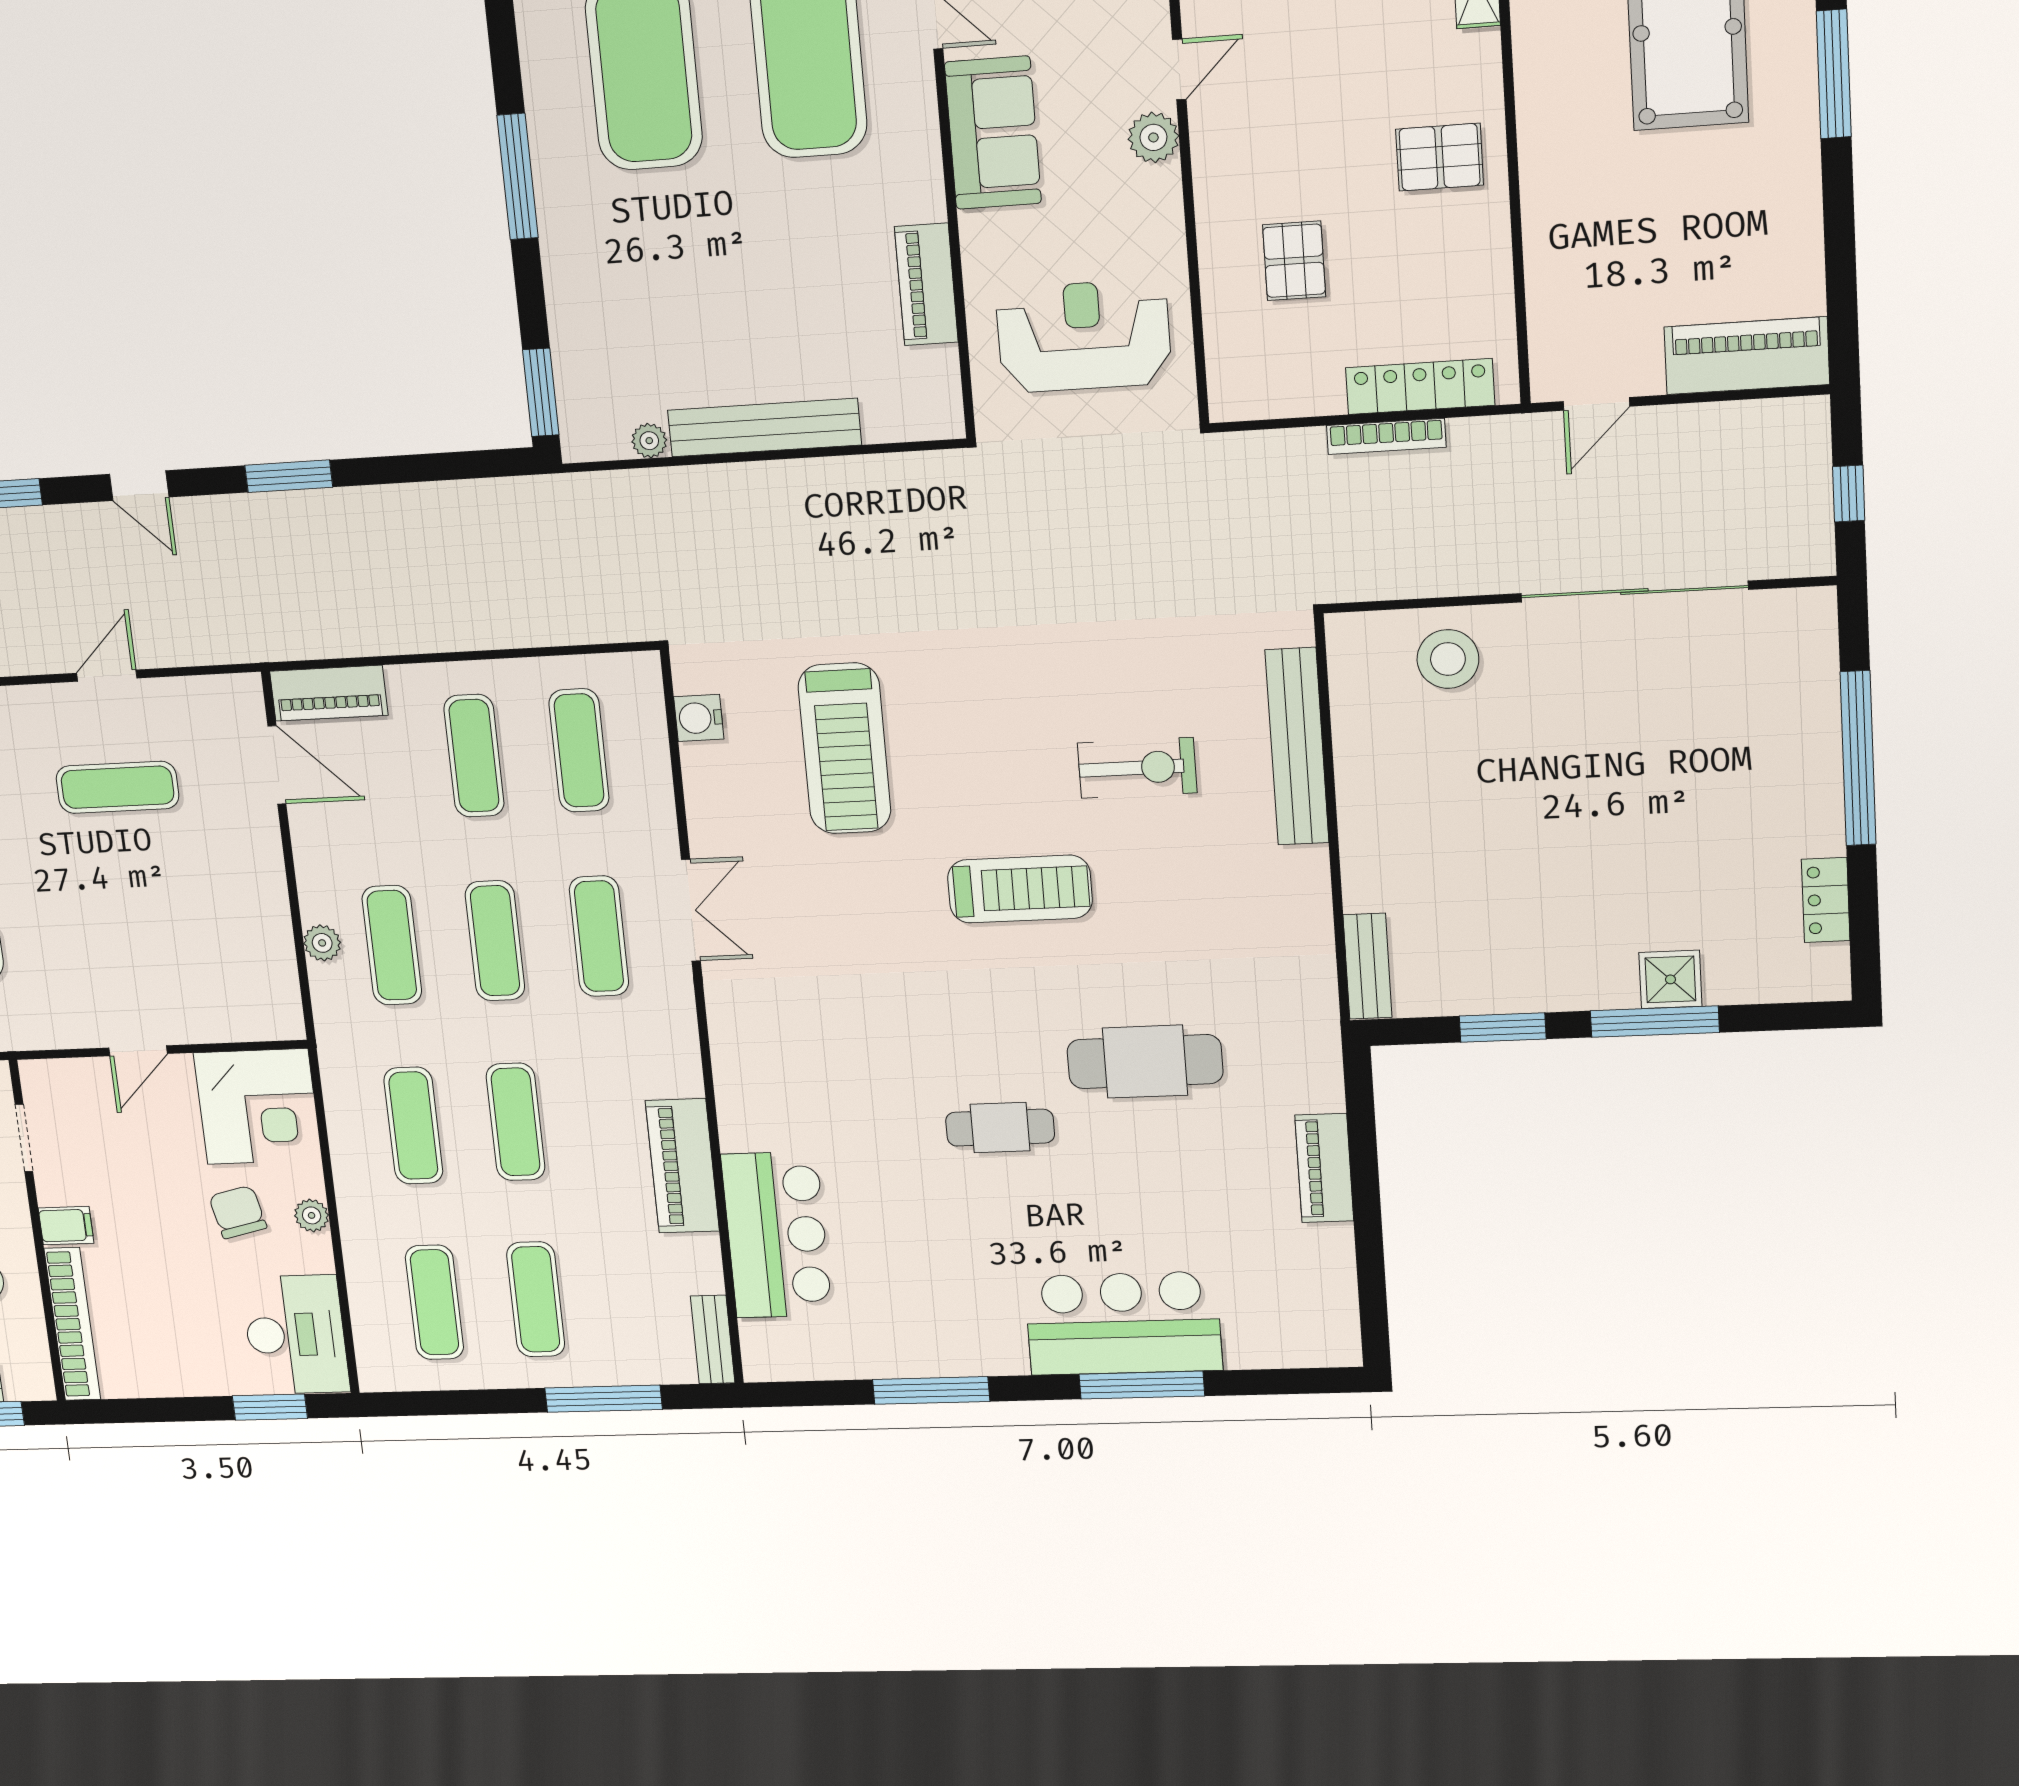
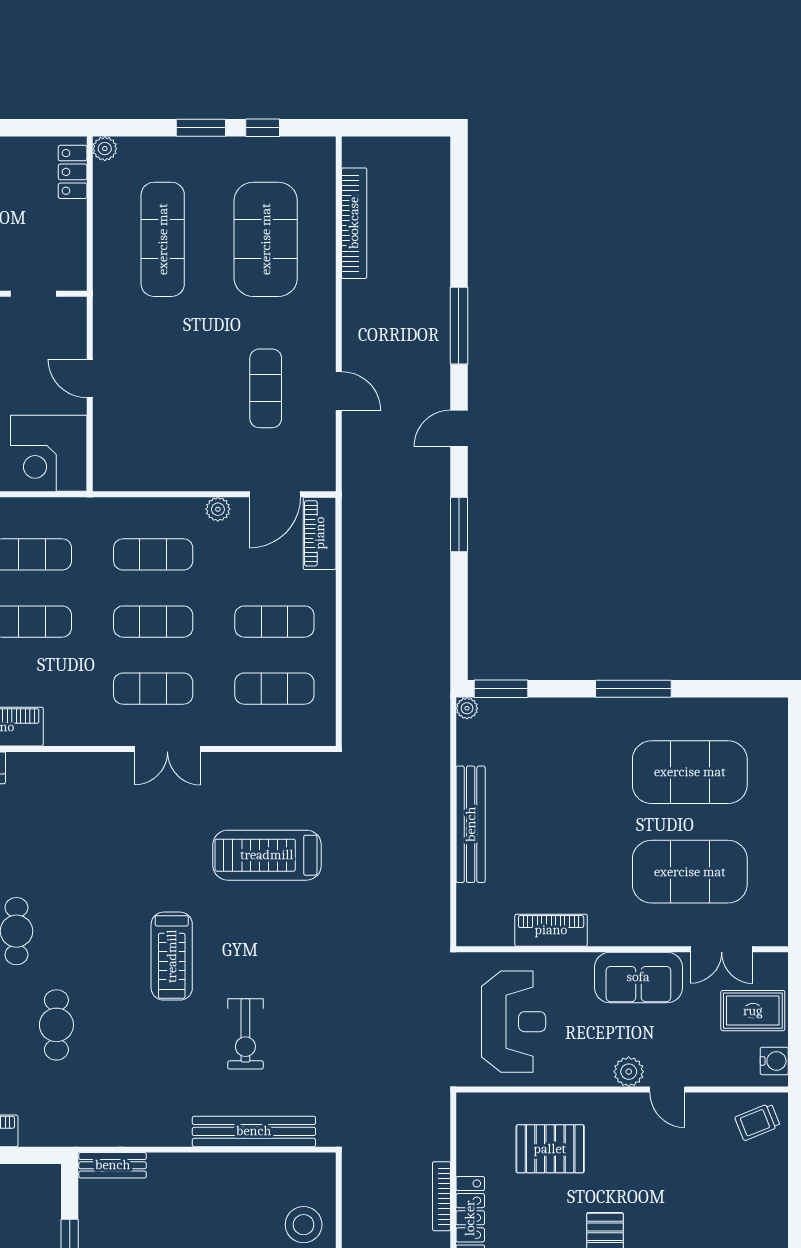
pallet: (1294, 261) -> (550, 1149), width x1.50, depth x1.42
plant: (649, 441) -> (467, 708), moved
water cooler: (699, 718) -> (291, 766), removed
plant: (322, 943) -> (218, 509), moved
cafe table: (1145, 1062) -> (56, 1025), width x0.73, depth x0.74

